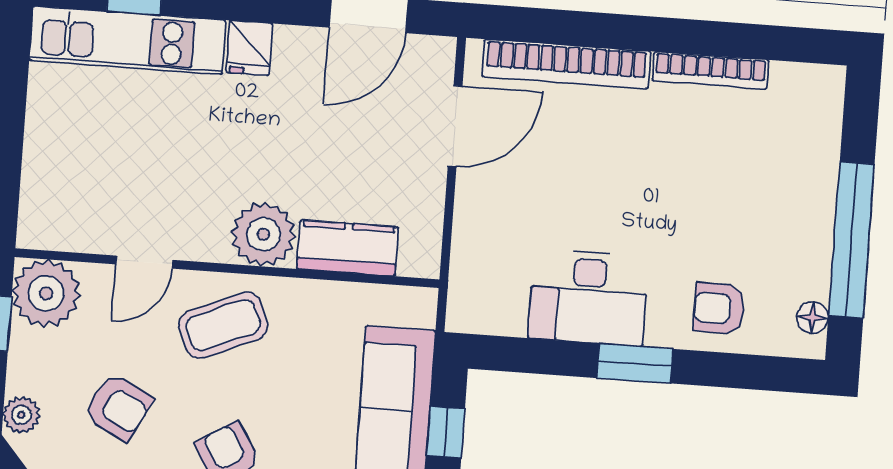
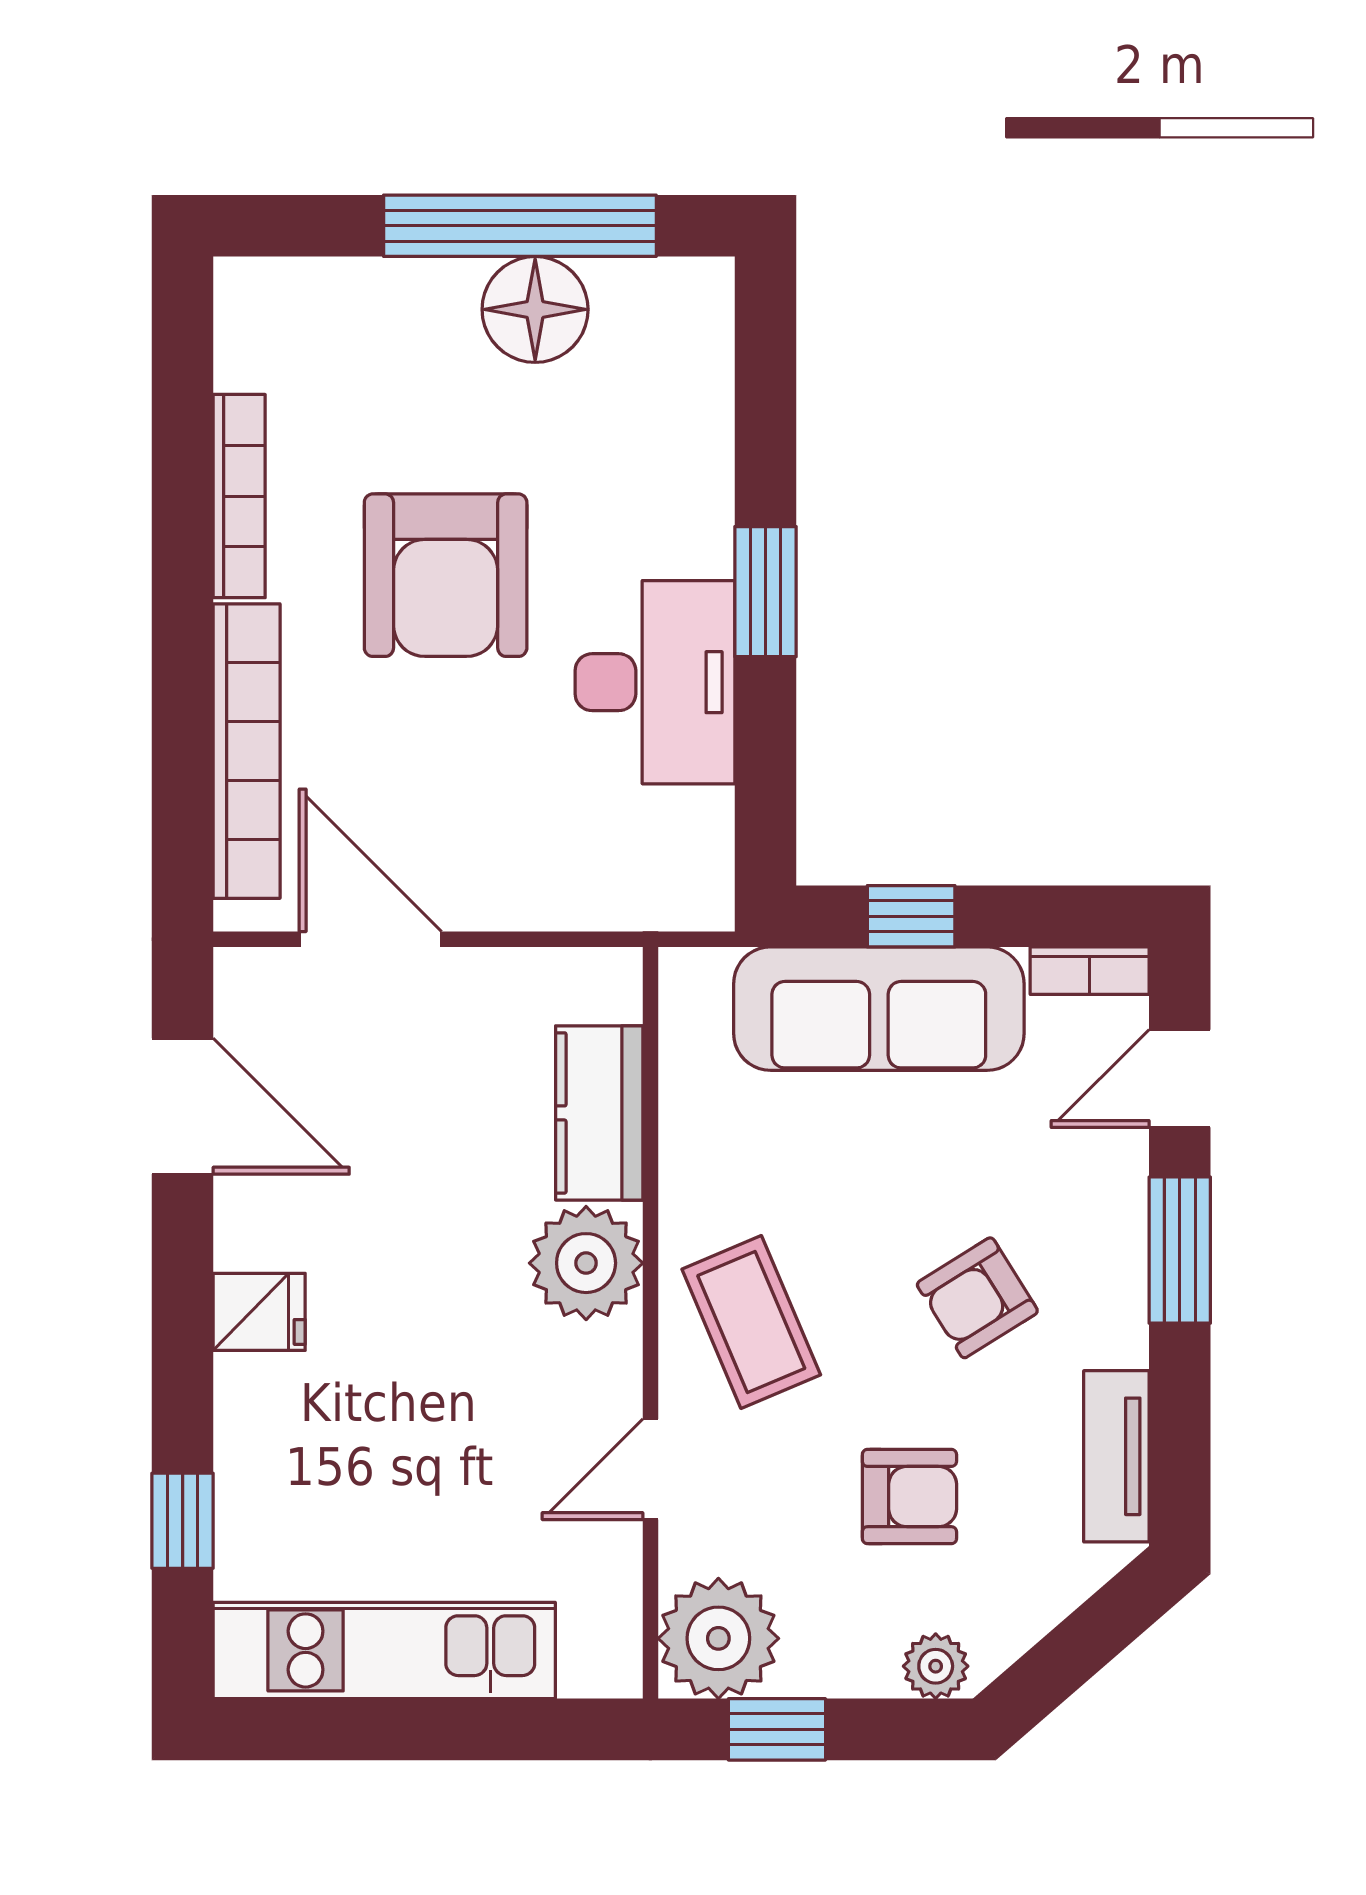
kitchen unit: (128, 40) -> (384, 1650), moved, turned -90
door: (144, 262) -> (650, 1469), swing flipped
armchair: (719, 308) -> (446, 575), moved, width x1.88, depth x1.88
floor lamp: (812, 317) -> (535, 309), moved, width x1.89, depth x1.89
armchair: (118, 407) -> (909, 1497), turned 62

